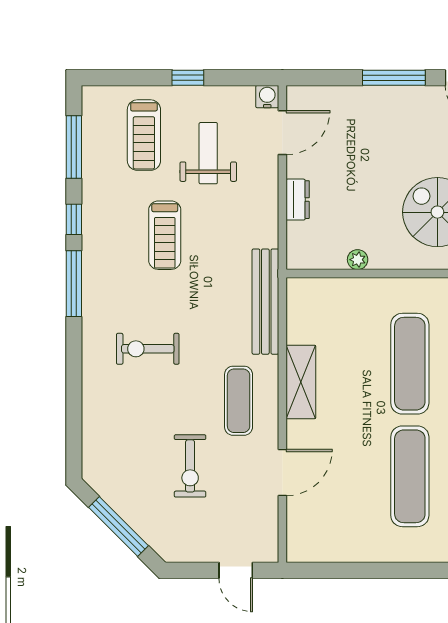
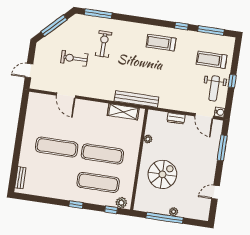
window: (394, 78) -> (222, 148), moved
weight bench: (208, 153) -> (214, 88), moved, turned 90
treadmill: (165, 235) -> (161, 43), moved
window: (74, 284) -> (98, 14), moved
exercise bike: (148, 349) -> (104, 44), moved
shelving: (301, 382) -> (123, 112), moved
exercise mat: (239, 401) -> (98, 82), removed

